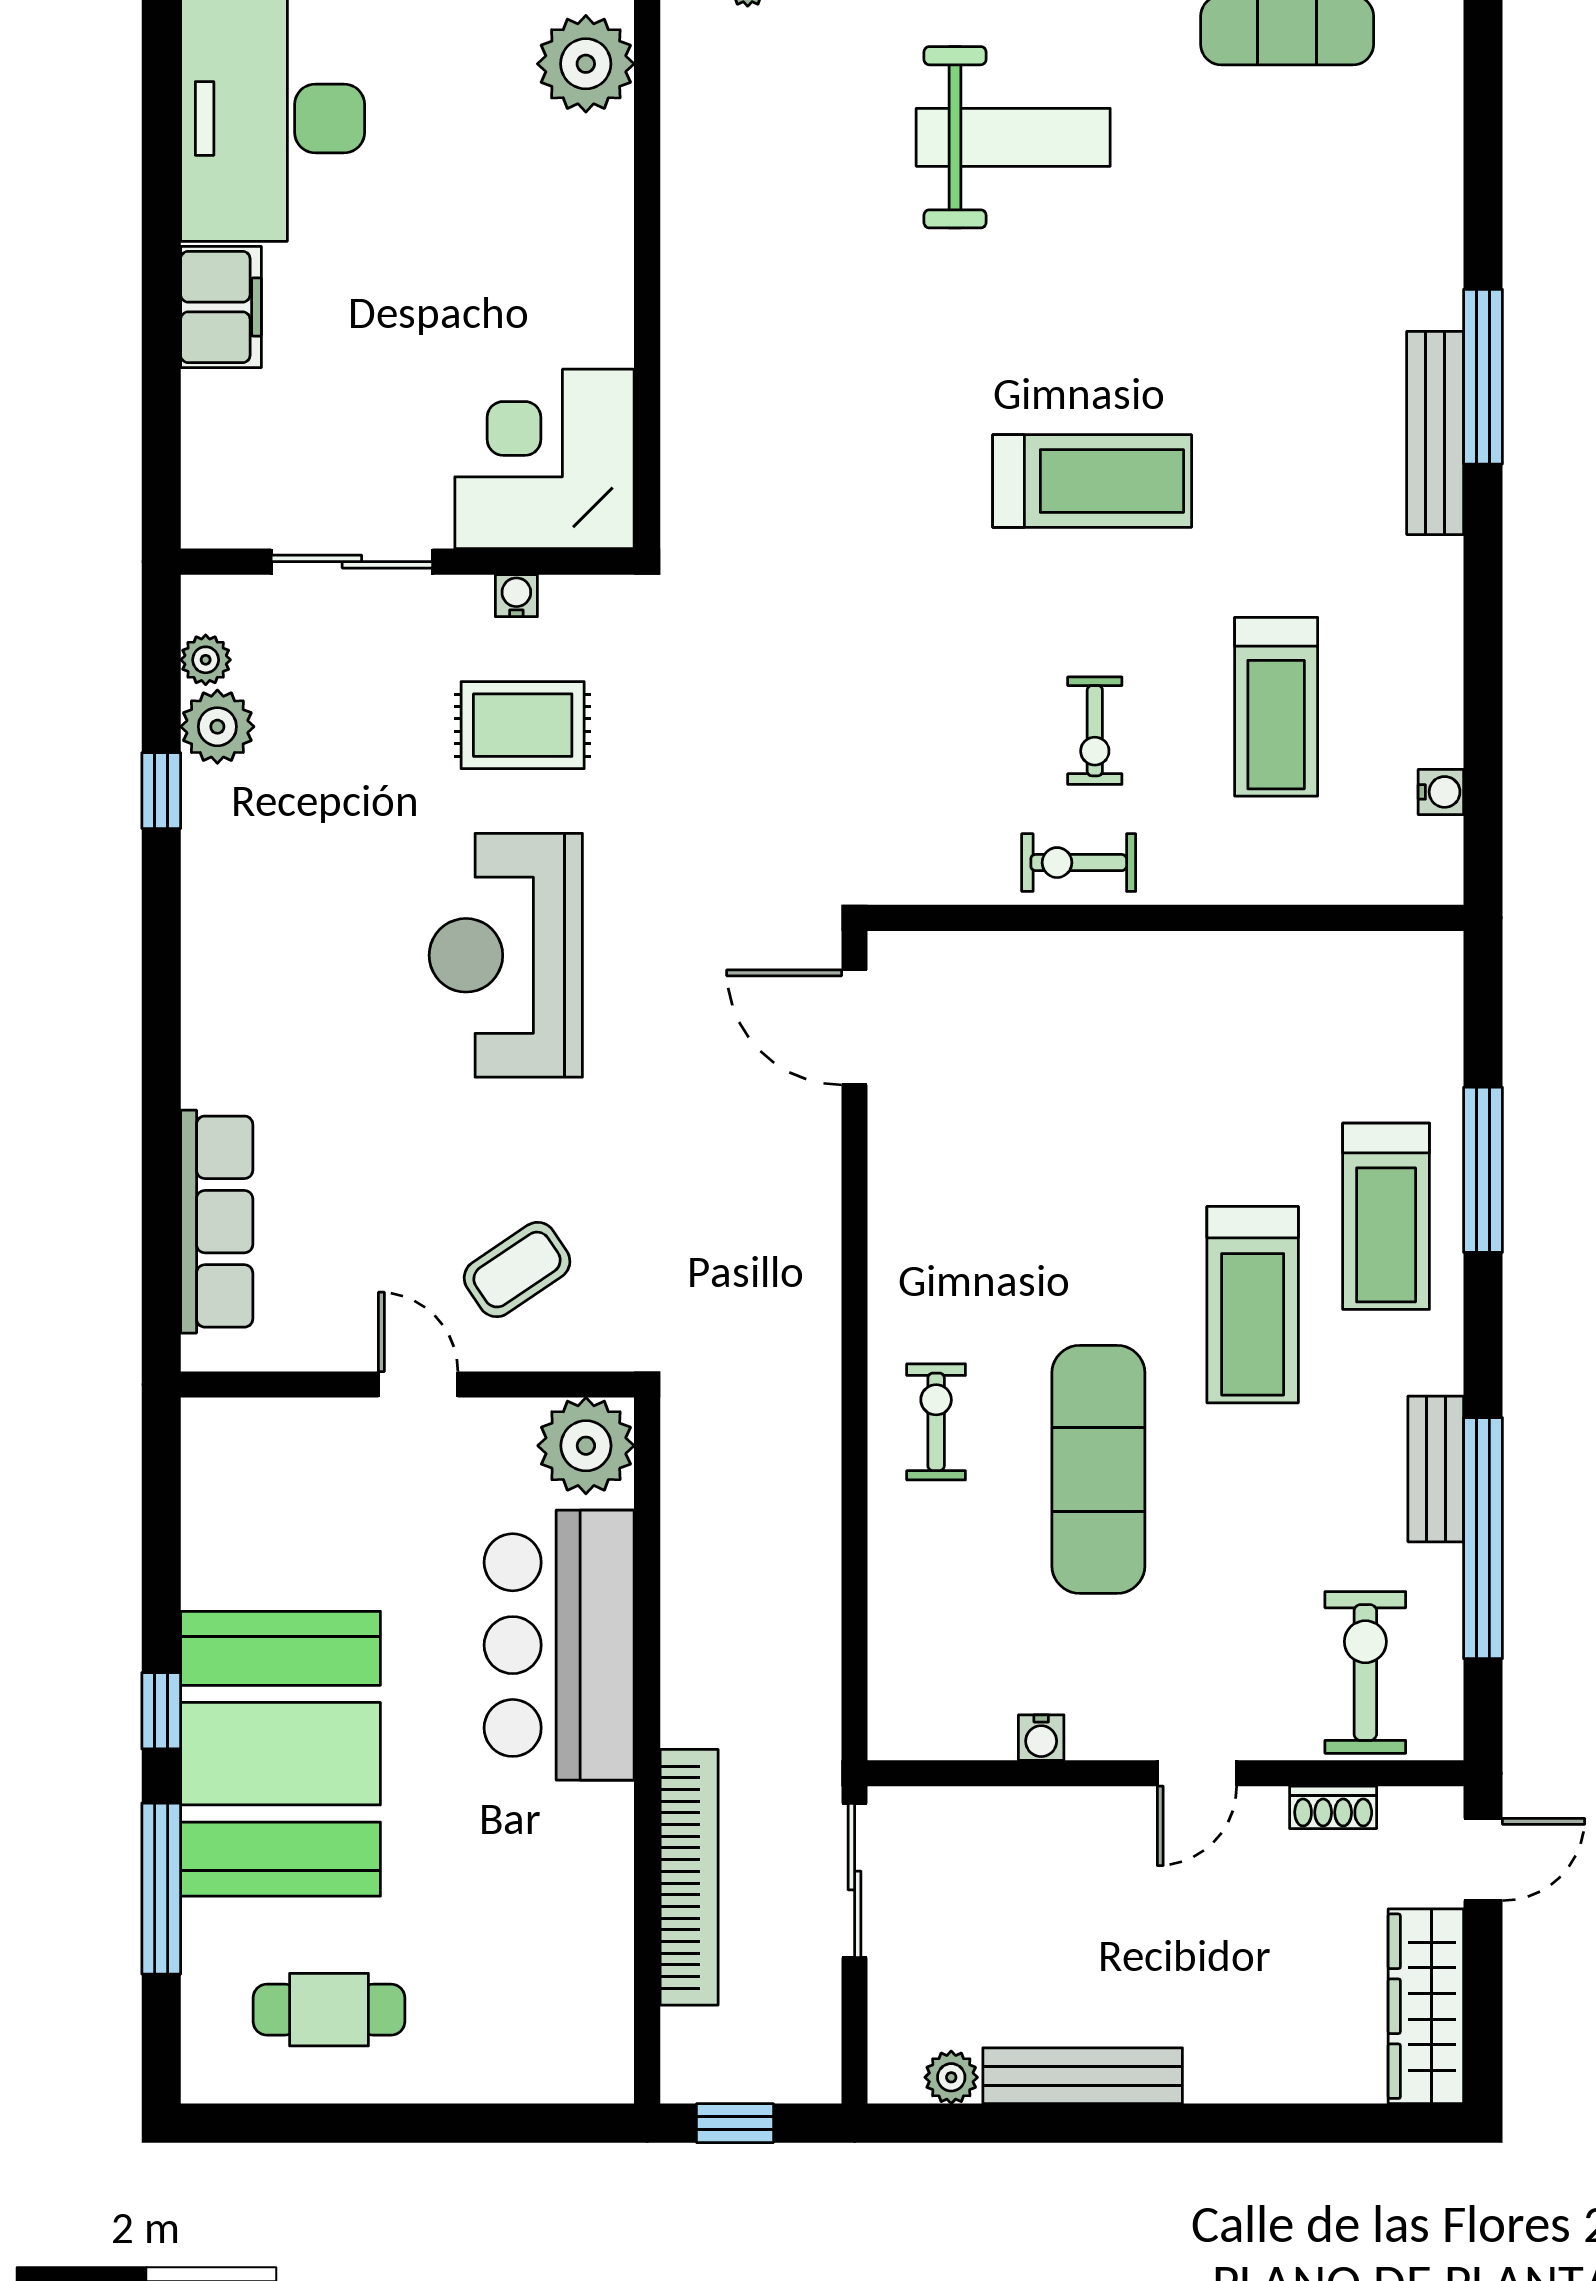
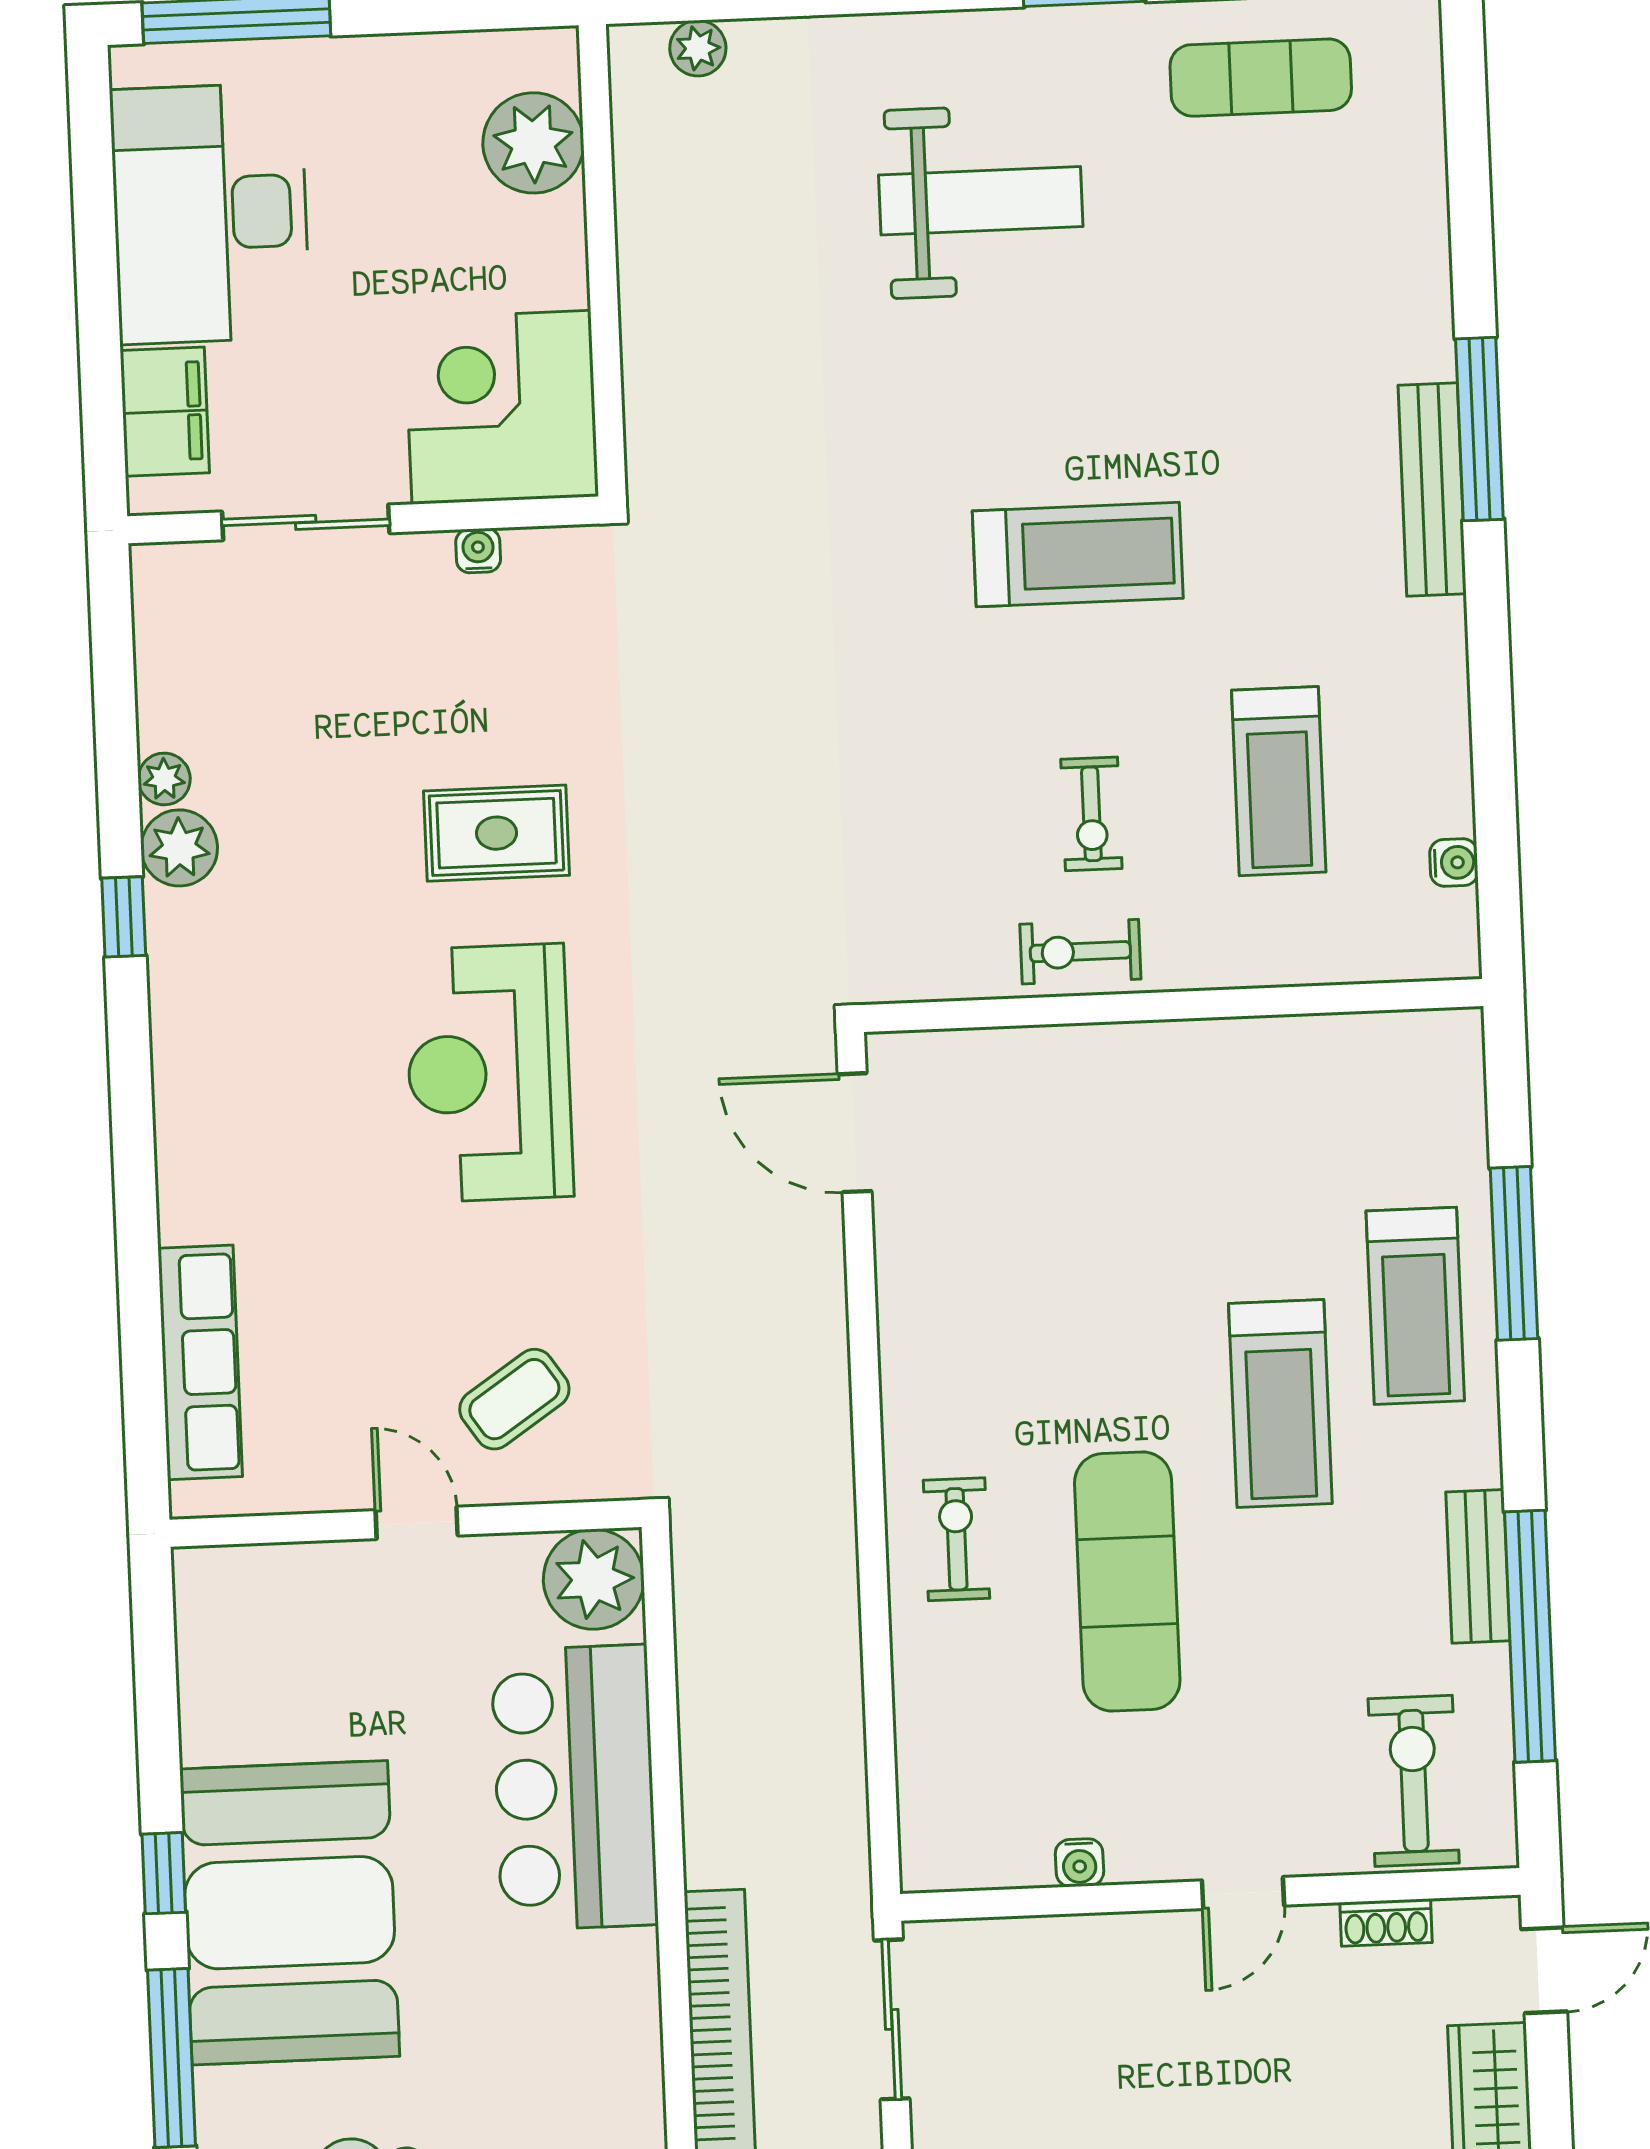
corner desk: (545, 459) -> (501, 407), moved
sliding door: (352, 562) -> (306, 522), moved
wall: (407, 562) -> (363, 520), moved
water cooler: (516, 596) -> (478, 551), moved

